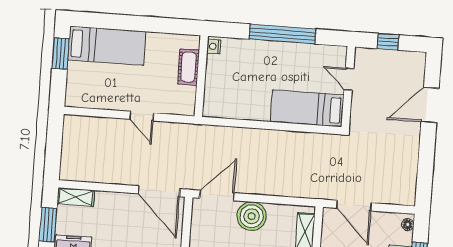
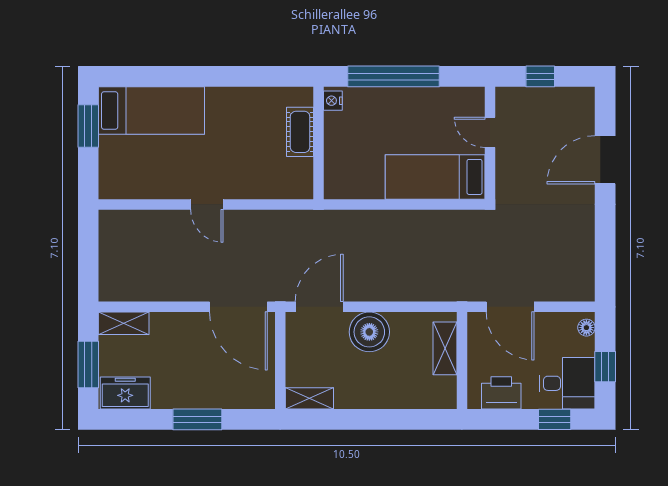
nightstand: (214, 46) -> (333, 101), moved
cot: (189, 67) -> (300, 132), moved
wall: (201, 76) -> (319, 143), moved

